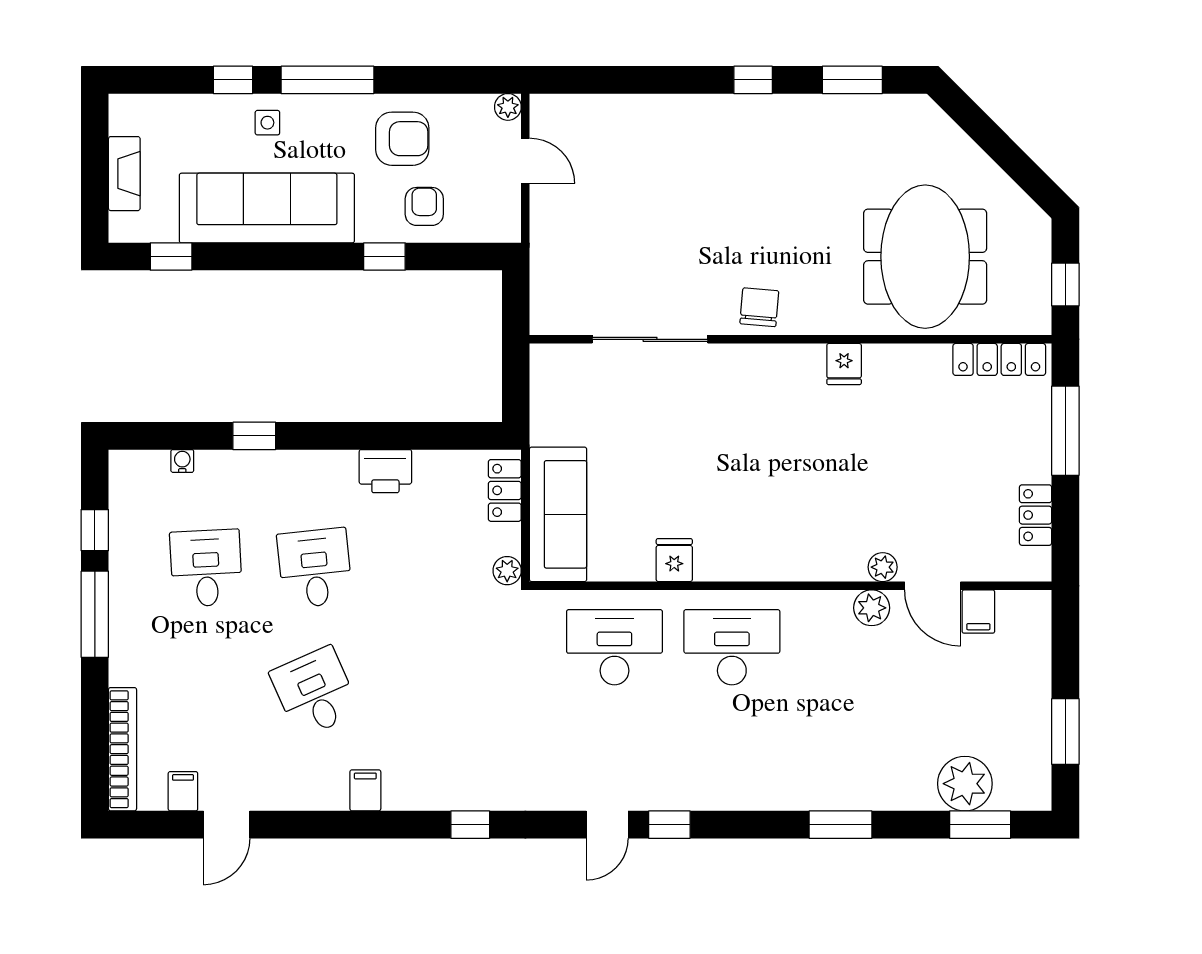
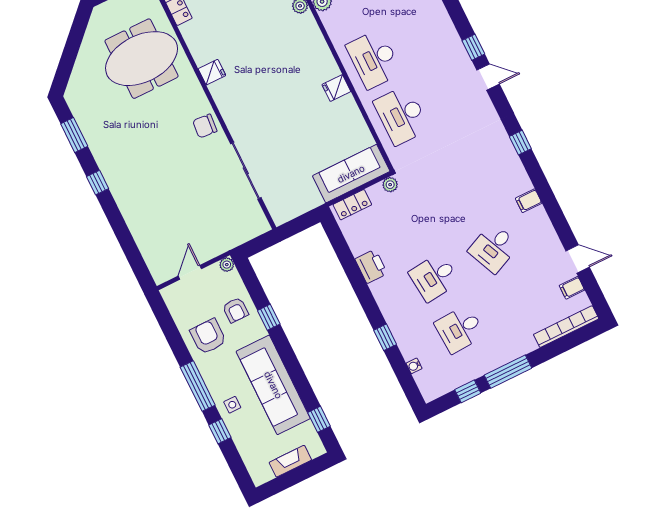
plant: (508, 107) -> (227, 265), moved
armchair: (424, 206) -> (235, 310), turned -90
fridge: (674, 560) -> (336, 88), moved

